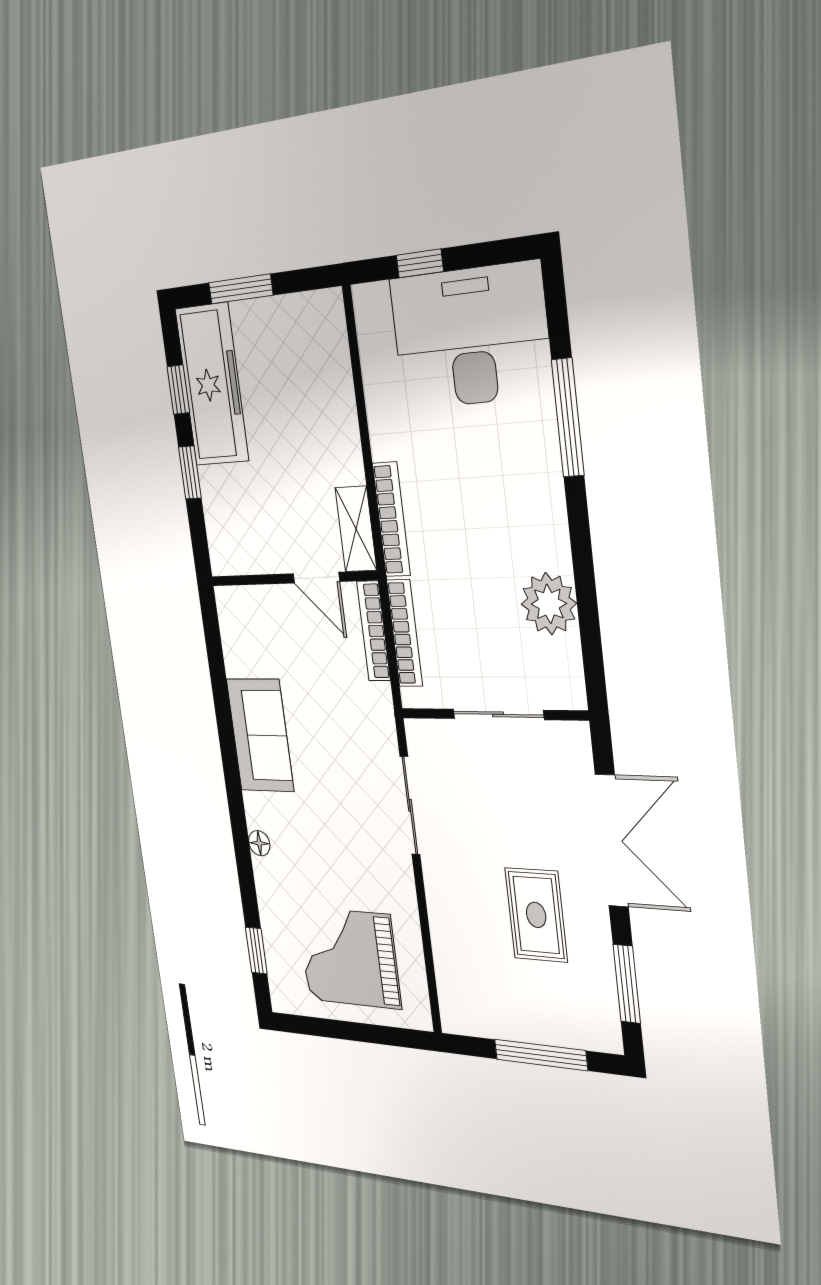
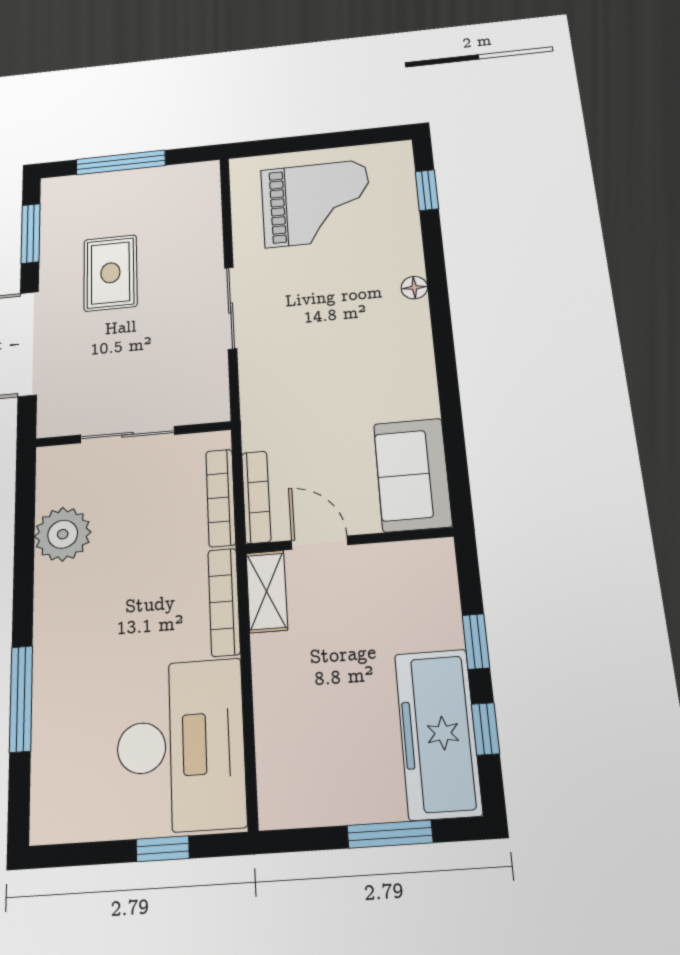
desk: (471, 336) -> (181, 745), moved, turned -90
sofa: (260, 735) -> (413, 475), moved
sliding door: (410, 805) -> (231, 308), moved

